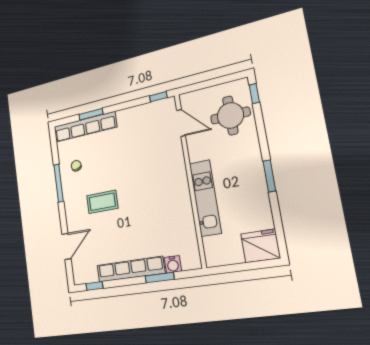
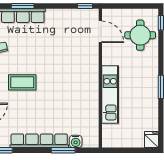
fridge: (261, 246) -> (152, 140), width x0.53, depth x0.75

